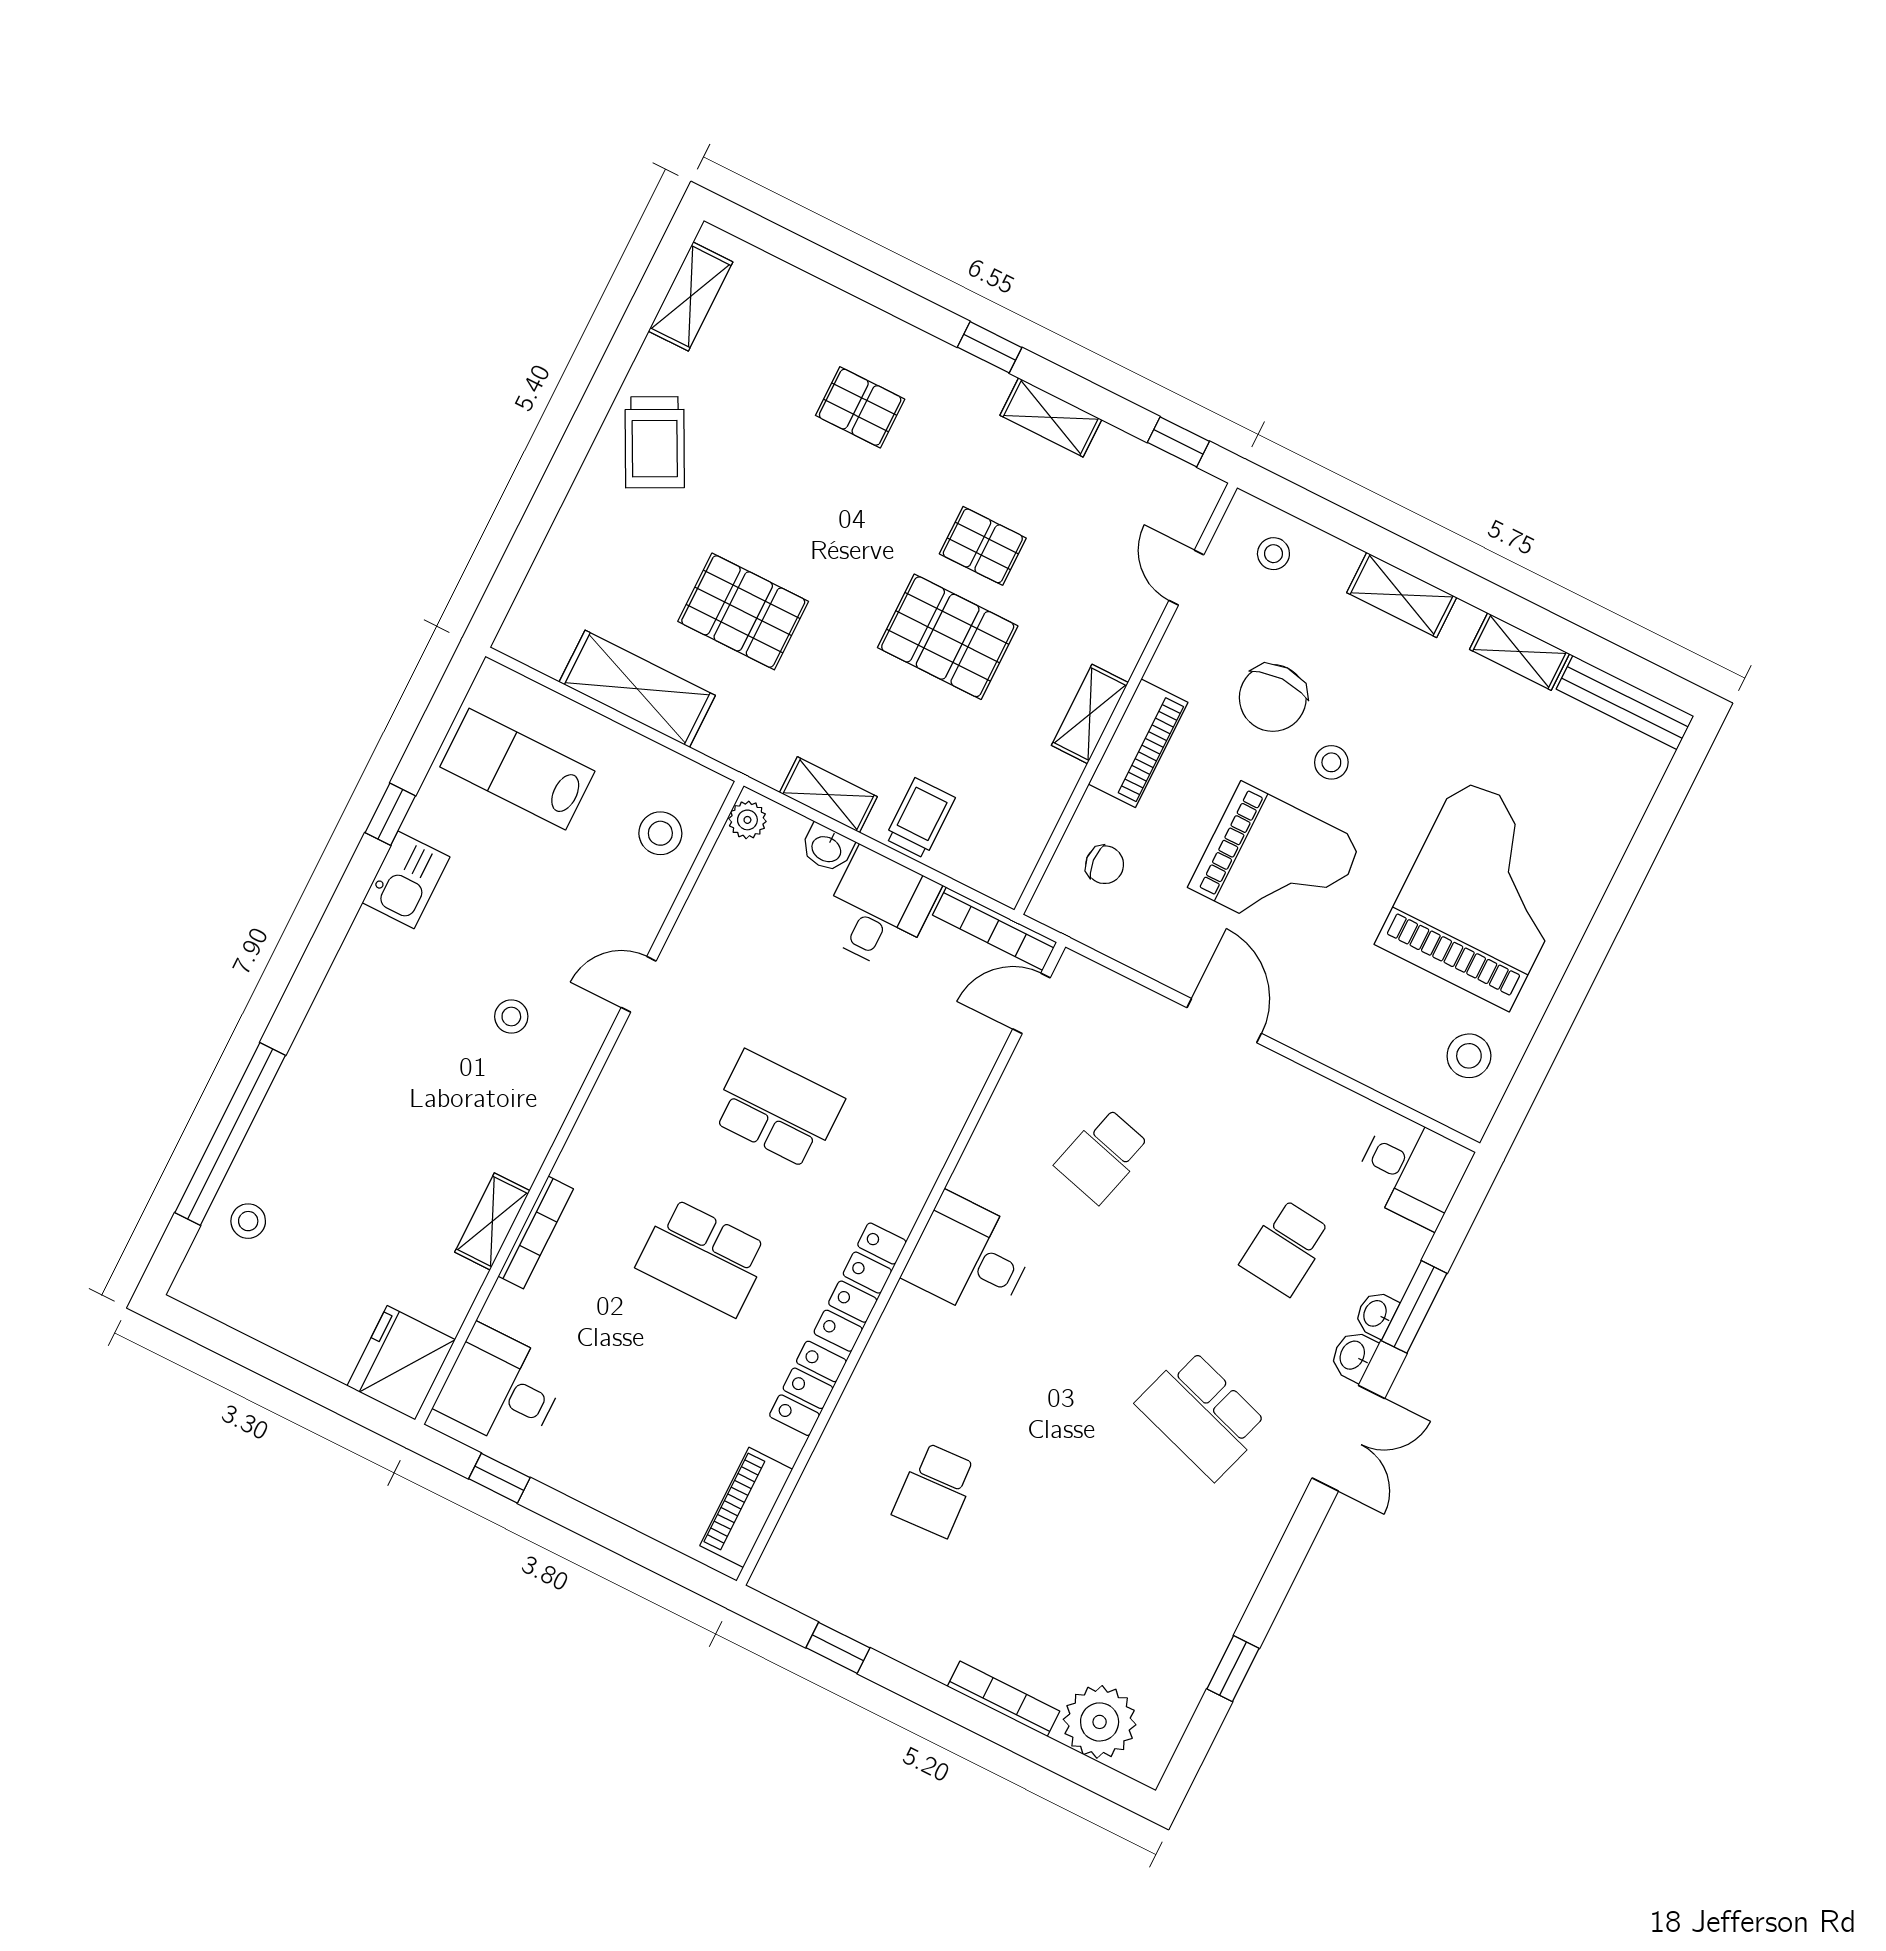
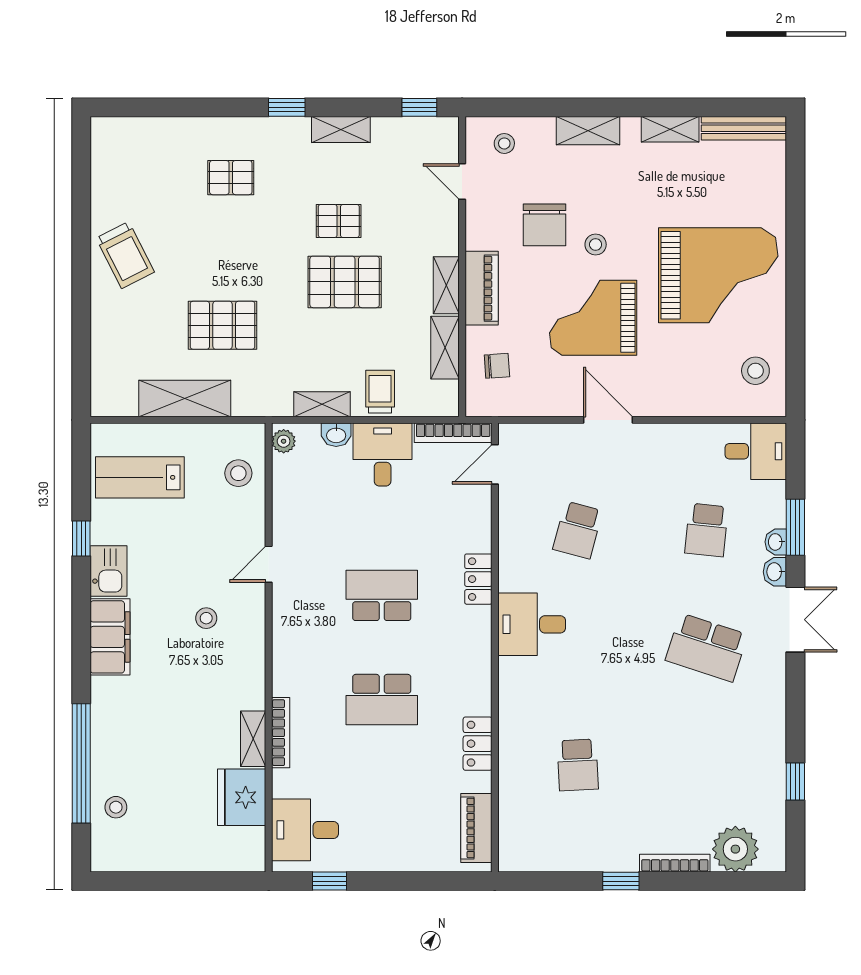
shelving: (691, 297) -> (445, 348), moved
grand piano: (1276, 865) -> (593, 318), turned 180
grand piano: (1484, 893) -> (718, 275), turned 90
filing cabinet: (361, 975) -> (110, 637), added
locker: (860, 1287) -> (478, 579), moved, width x0.66
fridge: (401, 1363) -> (242, 797), moved
window: (838, 1648) -> (621, 881), moved

